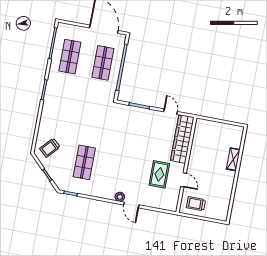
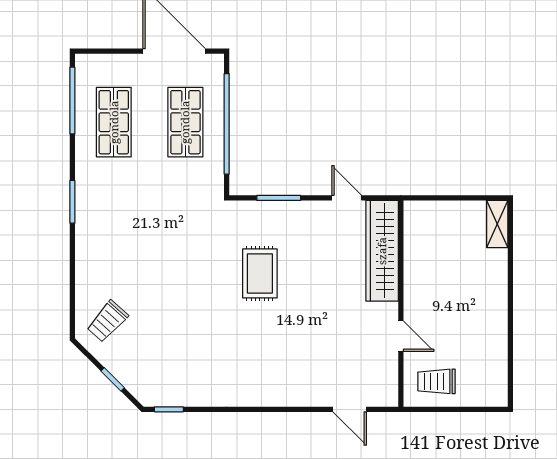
shelving: (233, 159) -> (497, 224), moved
shop shelf: (84, 162) -> (185, 338), removed
rug: (159, 174) -> (260, 273), moved
plant: (120, 197) -> (274, 397), removed
door: (131, 205) -> (350, 409), moved

